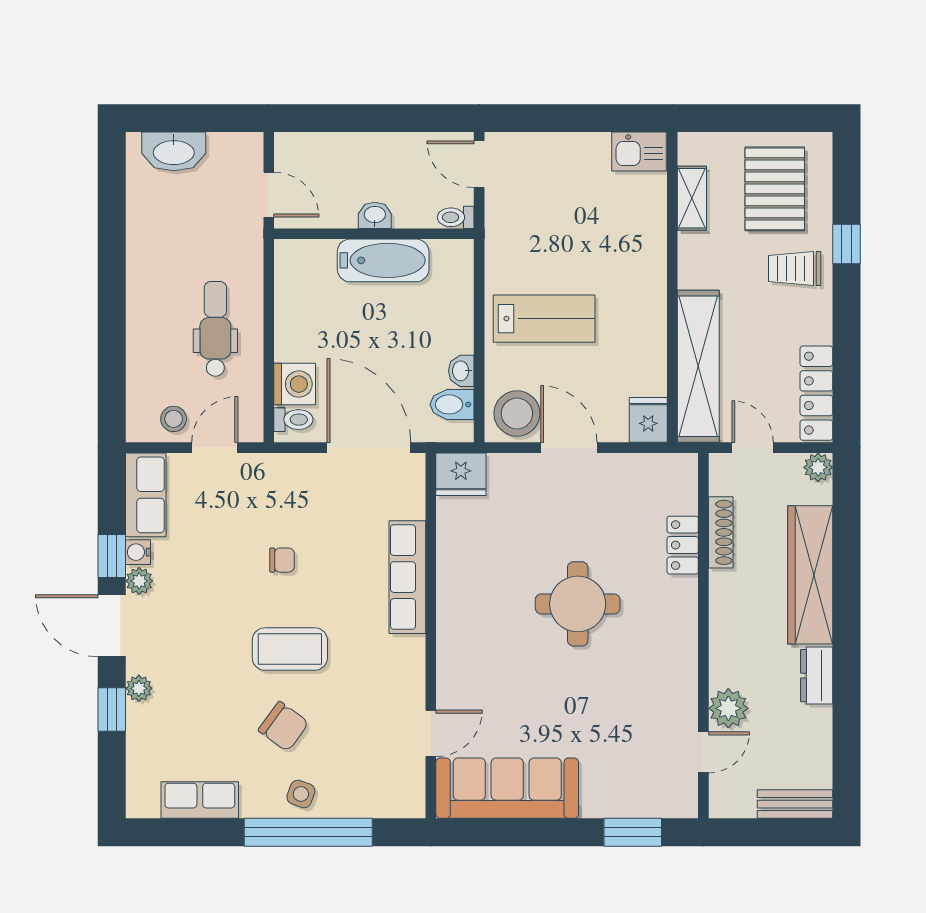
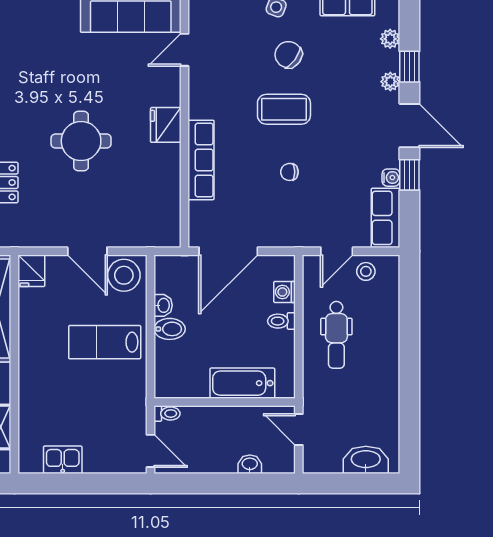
kitchen sink: (639, 152) -> (63, 460), moved
washbasin: (375, 215) -> (250, 464), moved, turned 180
bathtub: (383, 260) -> (242, 383), moved
washing machine: (295, 384) -> (285, 292), width x0.73, depth x0.73
bidet: (452, 404) -> (170, 329), moved
toilet: (293, 420) -> (281, 321), moved
door: (369, 448) -> (228, 251), hinge flipped
fridge: (461, 474) -> (166, 125), moved, turned -90
plant: (139, 581) -> (390, 39), moved

